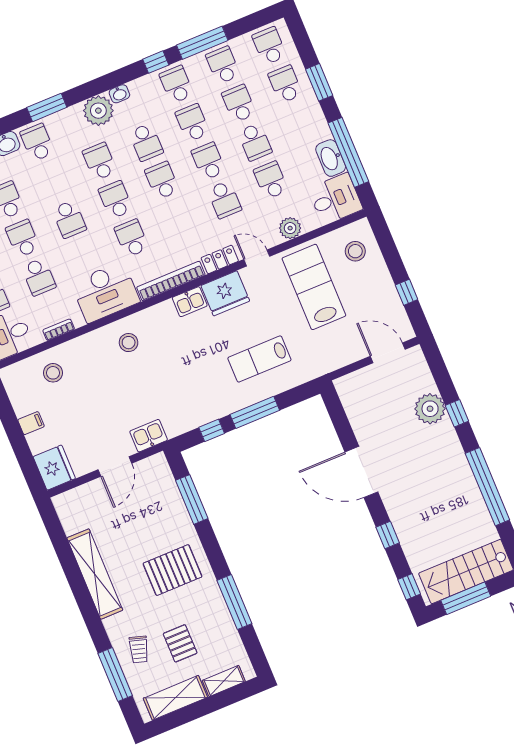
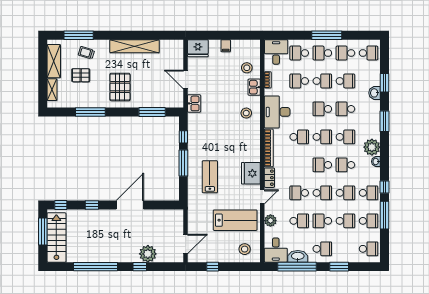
school desk: (285, 84) -> (322, 249), moved
school desk: (37, 142) -> (345, 109), moved, turned 180
school desk: (162, 181) -> (322, 165), turned 180
kitchen sink: (190, 302) -> (254, 87), moved

